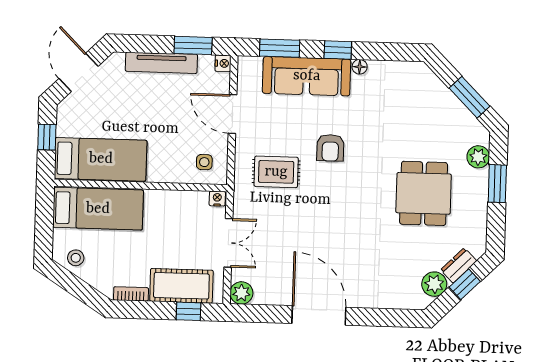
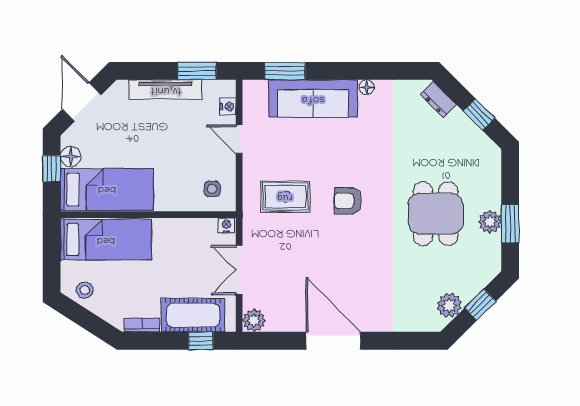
window: (338, 50) -> (344, 71), removed
nightstand: (223, 63) -> (228, 107), moved
window: (470, 97) -> (479, 115), width x0.67
door: (232, 114) -> (239, 139), width x0.73
floor lamp: (66, 126) -> (71, 157), added
armchair: (330, 148) -> (348, 201), moved, turned 90
plant: (478, 157) -> (490, 222), moved
window: (497, 184) -> (510, 224), moved
double door: (228, 243) -> (239, 270), swing flipped
dresser: (459, 265) -> (438, 100), moved, turned -90

